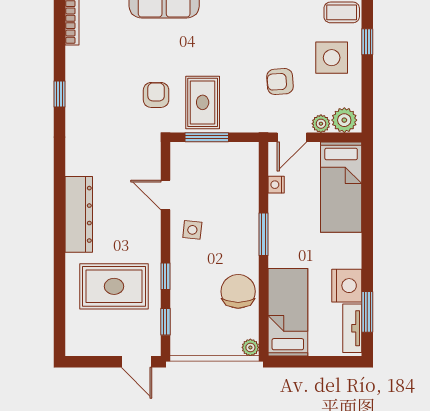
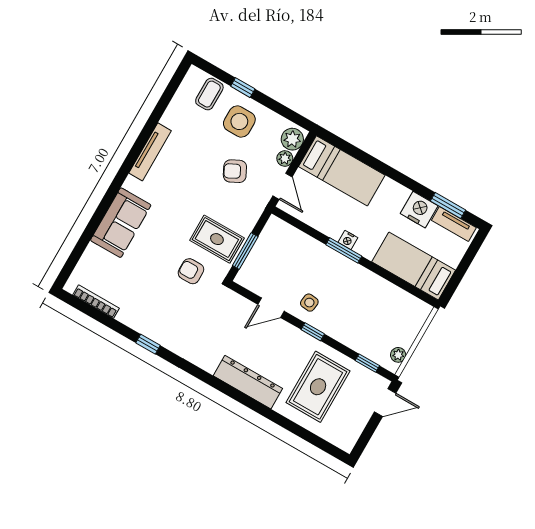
armchair: (280, 82) -> (235, 171), turned 67
nightstand: (276, 185) -> (348, 240), moved
window: (165, 276) -> (313, 332), moved
chair: (238, 291) -> (376, 295), removed
plant: (250, 347) -> (398, 355), moved

